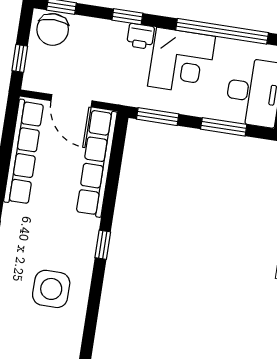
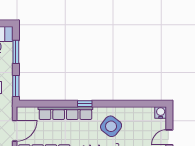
row of seats: (97, 163) -> (65, 113), moved
side table: (51, 289) -> (111, 126), turned 38

